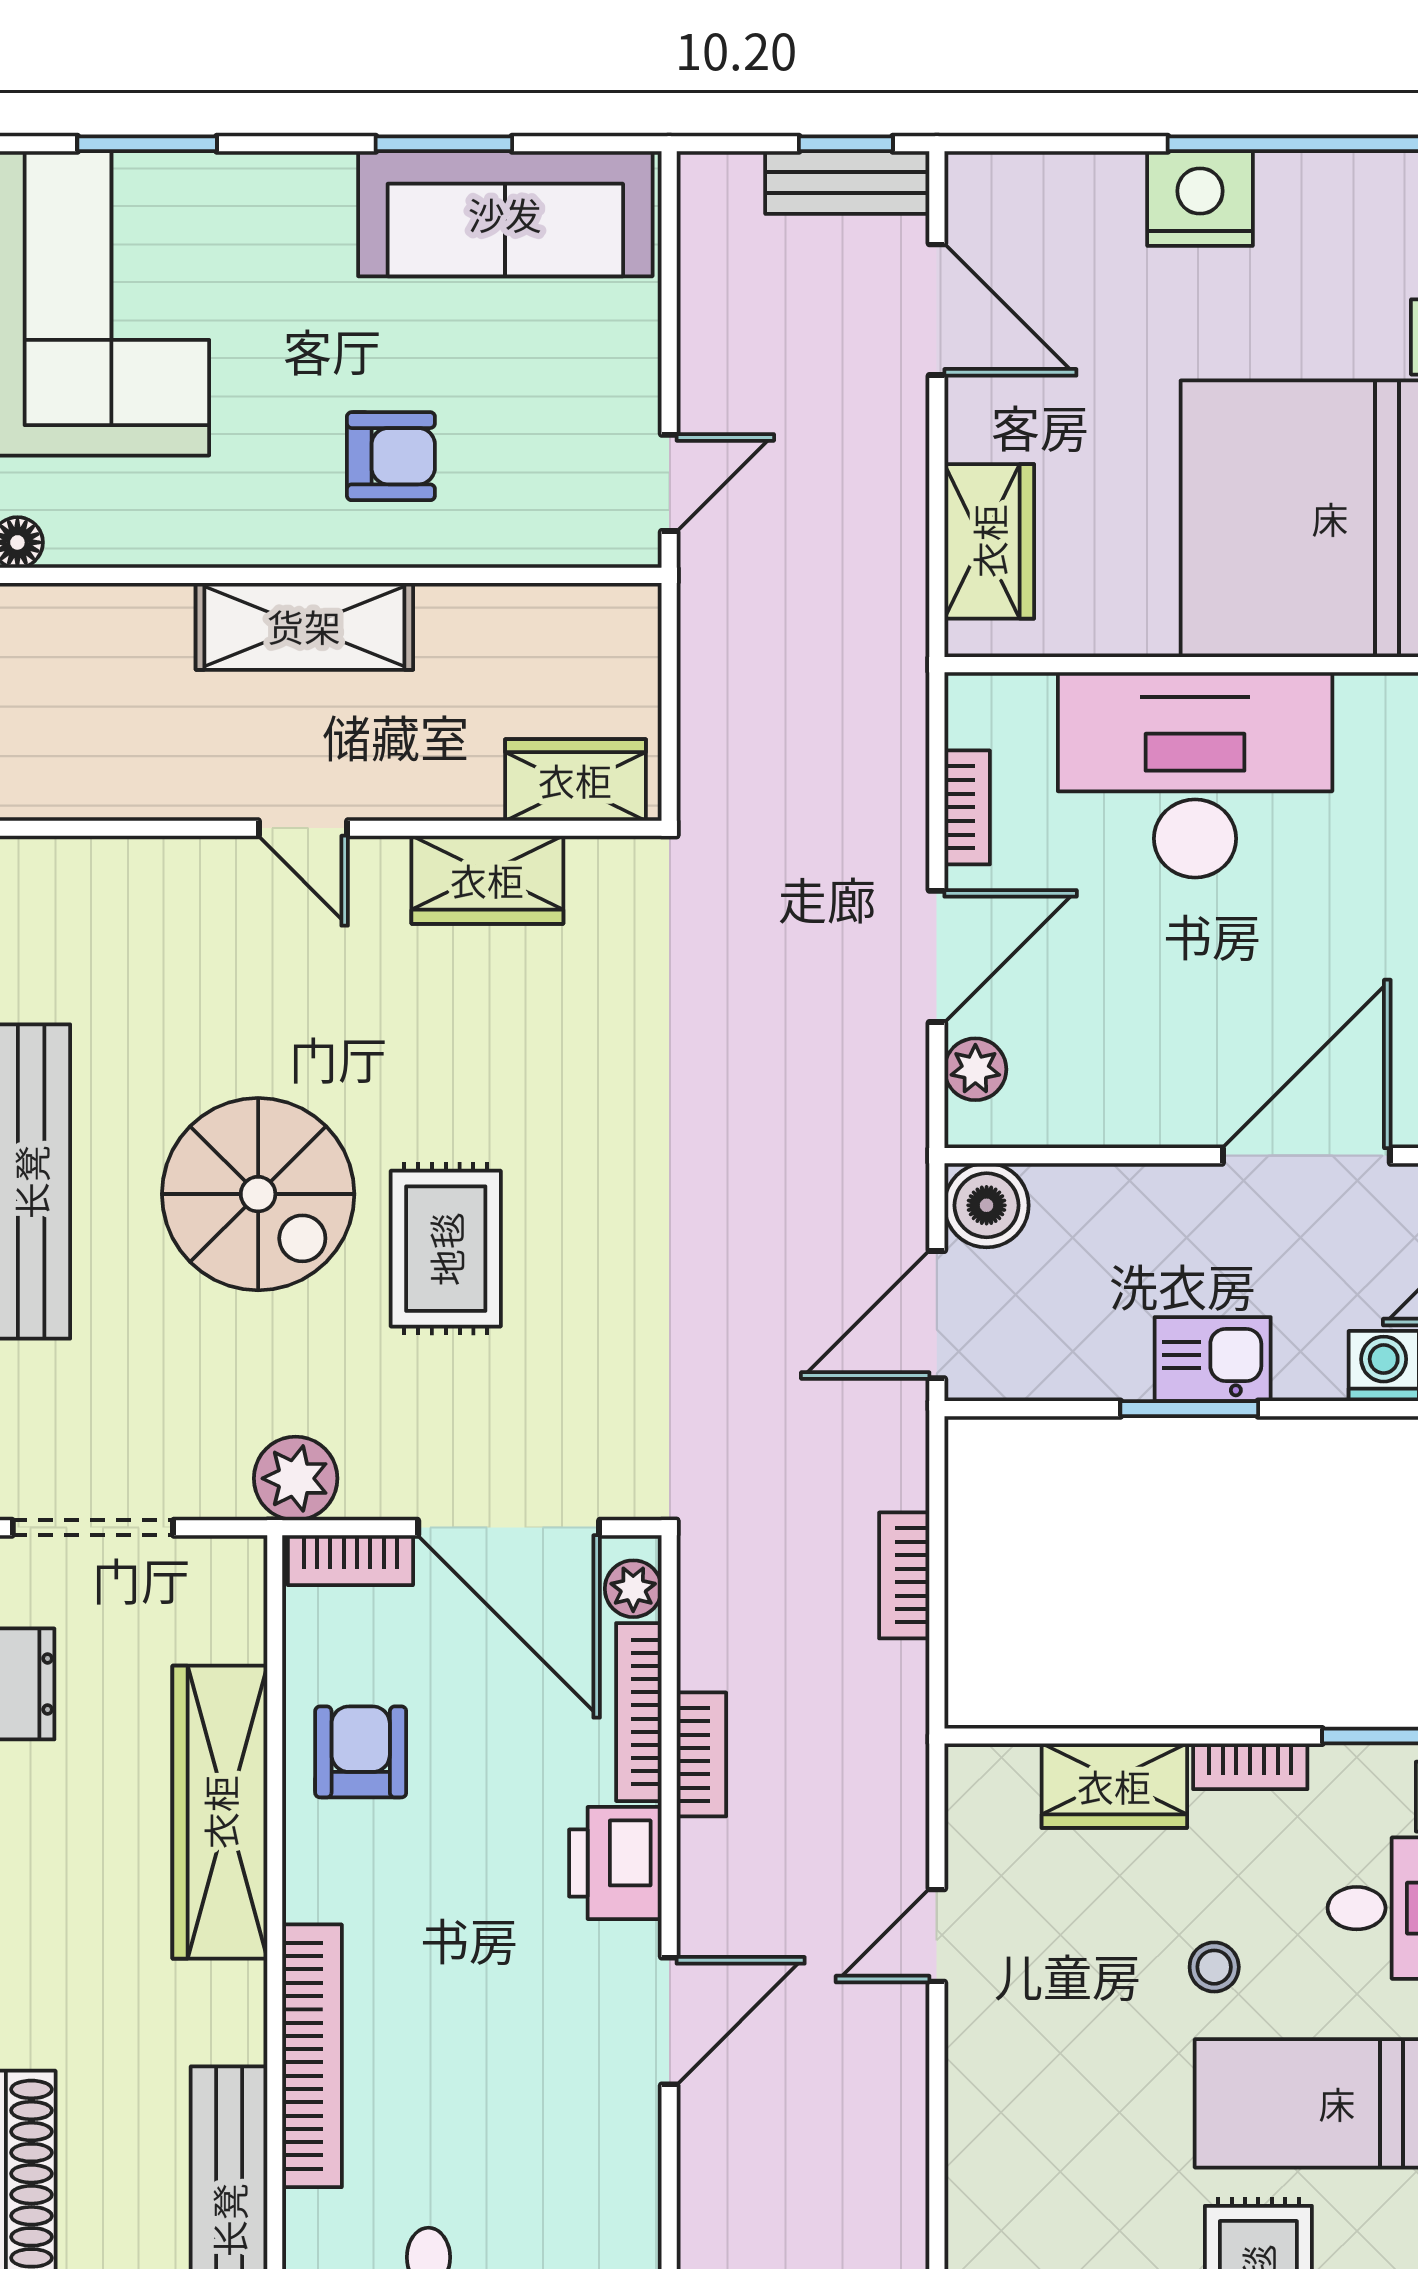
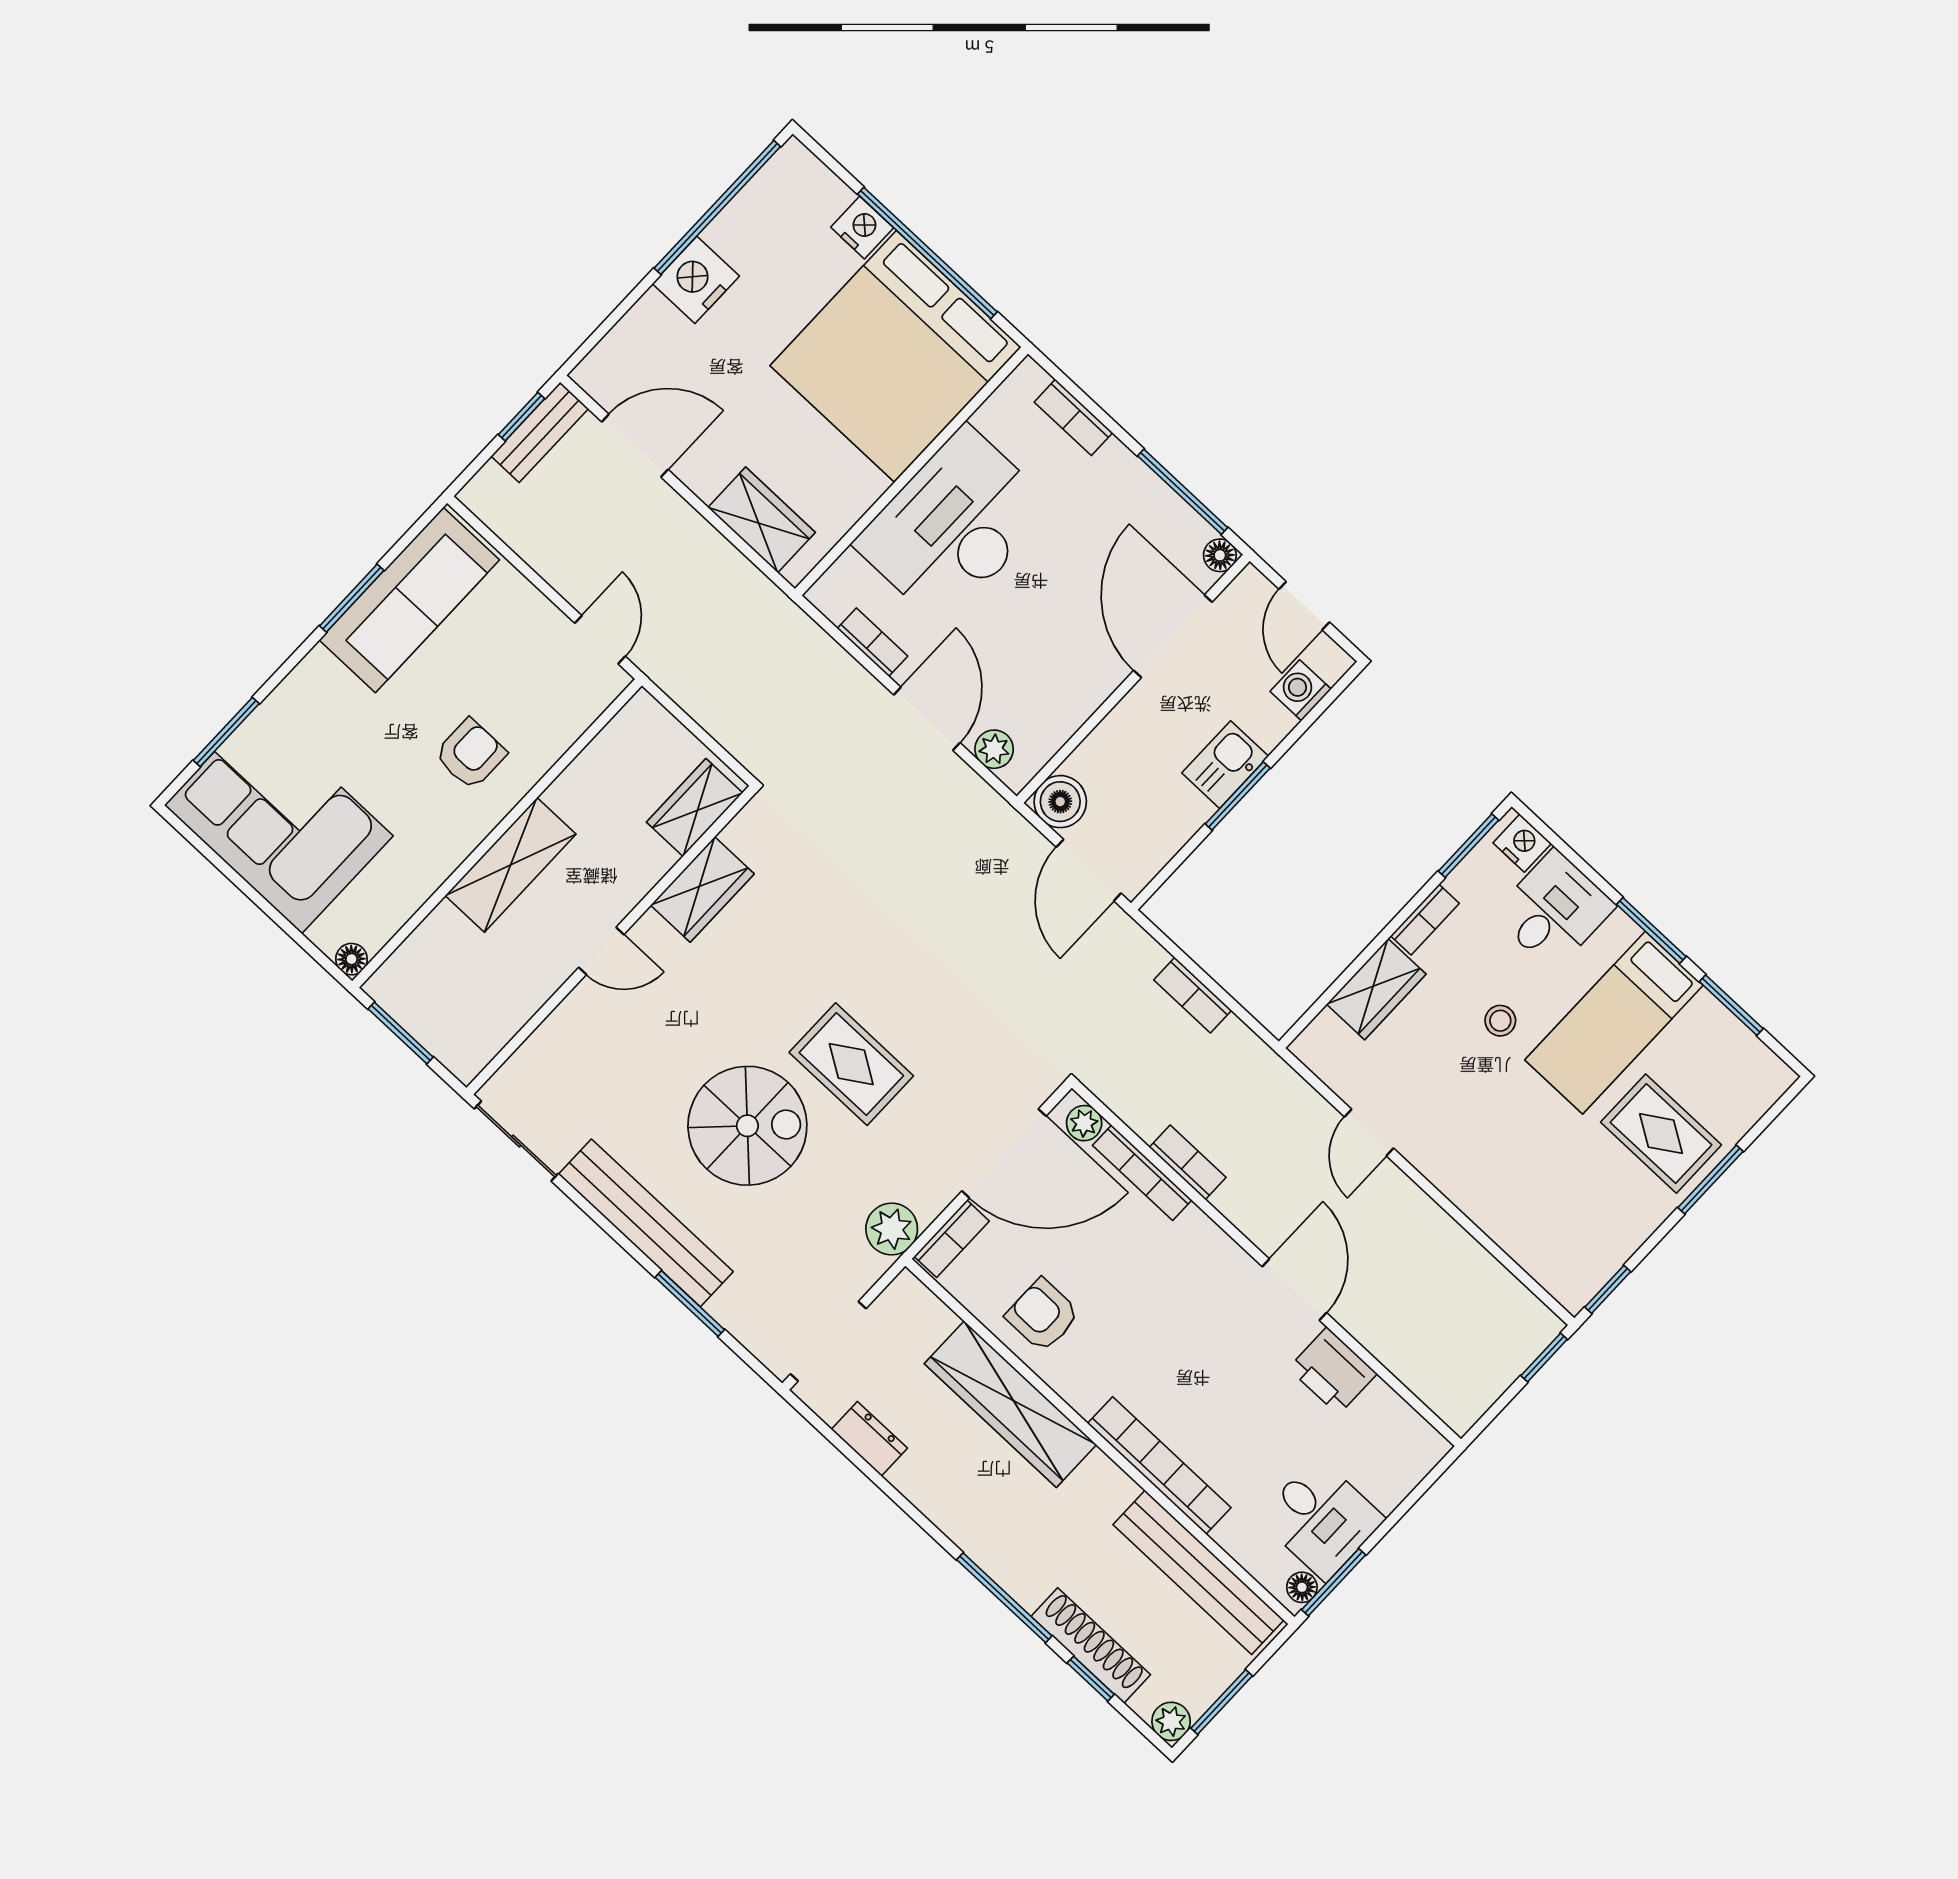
printer: (615, 1863) -> (1333, 1371), moved

